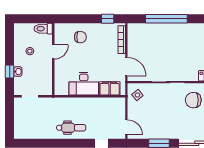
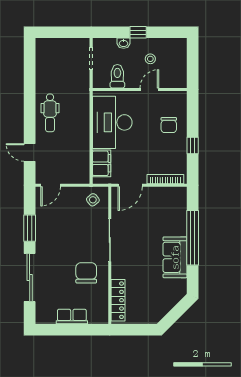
window: (108, 19) -> (193, 146), moved
toilet: (43, 29) -> (117, 76), moved
sofa: (181, 32) -> (175, 257), added
door: (53, 52) -> (149, 89), swing flipped
window: (10, 72) -> (138, 32), moved
desk: (84, 84) -> (112, 122), width x1.36, depth x1.30

